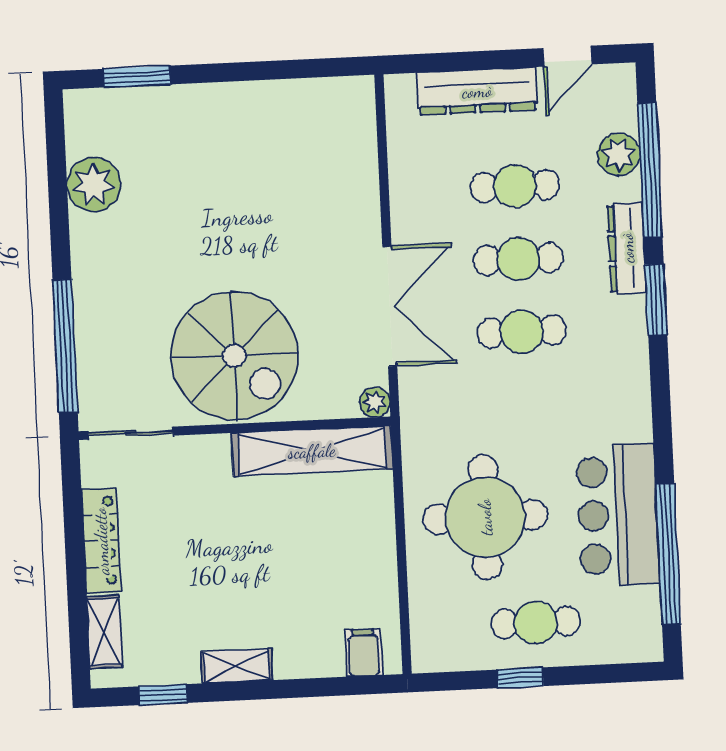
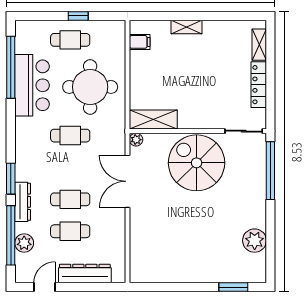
cafe table: (522, 332) -> (70, 136), moved
shelving: (312, 451) -> (153, 120), width x0.68
filing cabinet: (364, 653) -> (140, 42), moved, turned -90
shelving: (237, 666) -> (187, 27), moved
window: (163, 695) -> (235, 16), removed

